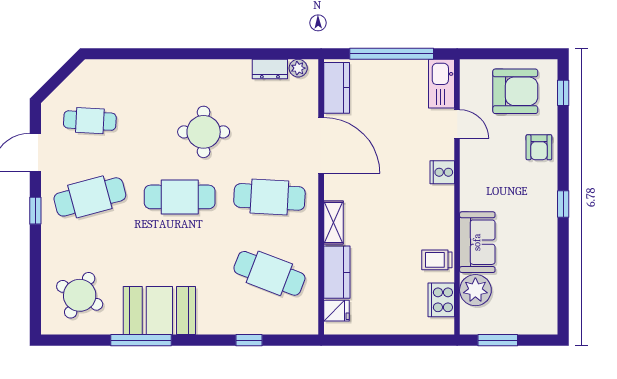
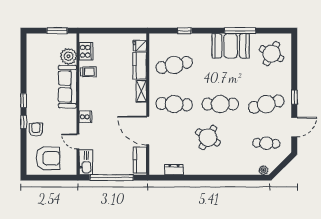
plant: (298, 68) -> (264, 170), moved
armchair: (515, 91) -> (48, 158), turned 180
window: (563, 93) -> (24, 122), moved
round table: (204, 132) -> (208, 137), turned 31
sofa: (477, 242) -> (68, 87), width x1.36
cafe table: (269, 273) -> (174, 65), turned -33

